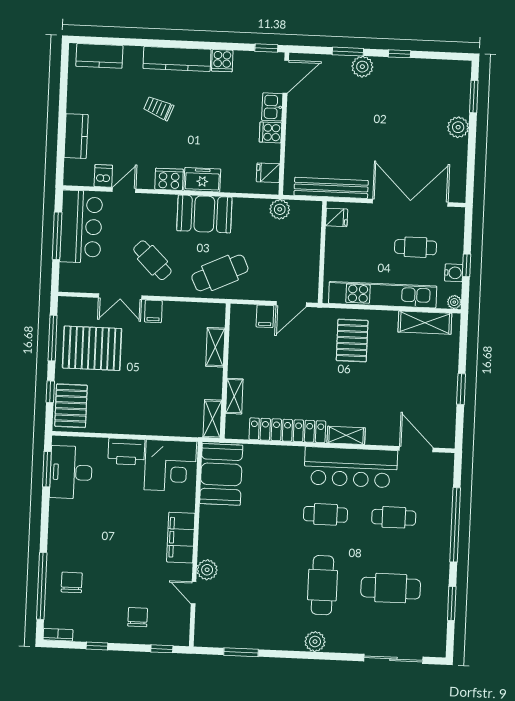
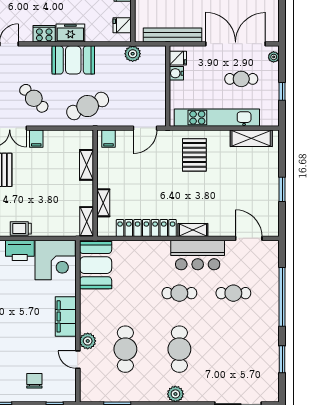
water cooler: (454, 273) -> (176, 73), moved, turned 180
plant: (454, 302) -> (274, 57), moved
filing cabinet: (265, 316) -> (108, 139), moved
trolley: (129, 424) -> (21, 229), added
bar counter: (351, 467) -> (198, 255), width x0.73
cafe table: (391, 588) -> (125, 349), moved, turned 90

